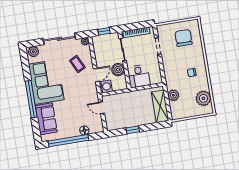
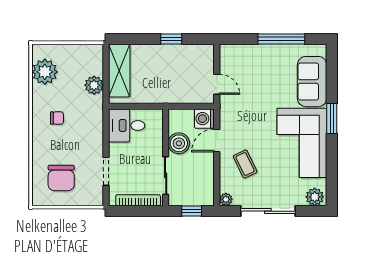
desk: (139, 76) -> (127, 125), moved, turned -90
window: (31, 99) -> (332, 118), width x0.47
floor lamp: (84, 130) -> (252, 52), removed
window: (68, 141) -> (281, 39), width x0.68

